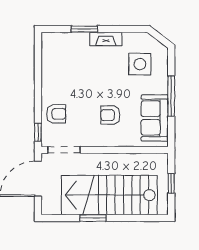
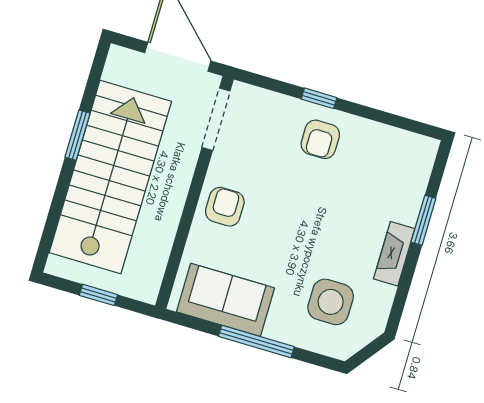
armchair: (56, 114) -> (320, 139), moved
armchair: (110, 115) -> (225, 207), moved
window: (38, 132) -> (319, 98), moved

